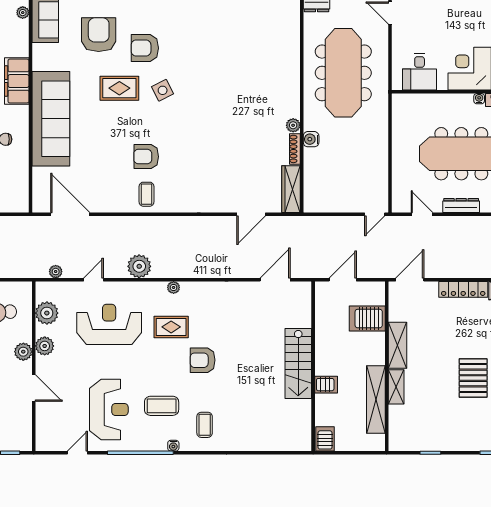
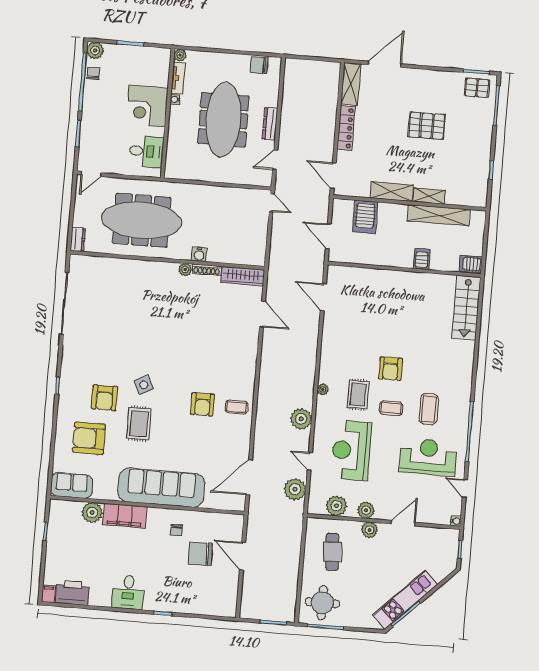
plant: (23, 13) -> (92, 513), moved, width x1.88, depth x1.88
plant: (56, 272) -> (295, 489), width x1.88, depth x1.88
stairs: (298, 363) -> (466, 308), moved, turned 90
coffee table: (205, 425) -> (391, 408), moved
water cooler: (173, 446) -> (456, 521), moved

